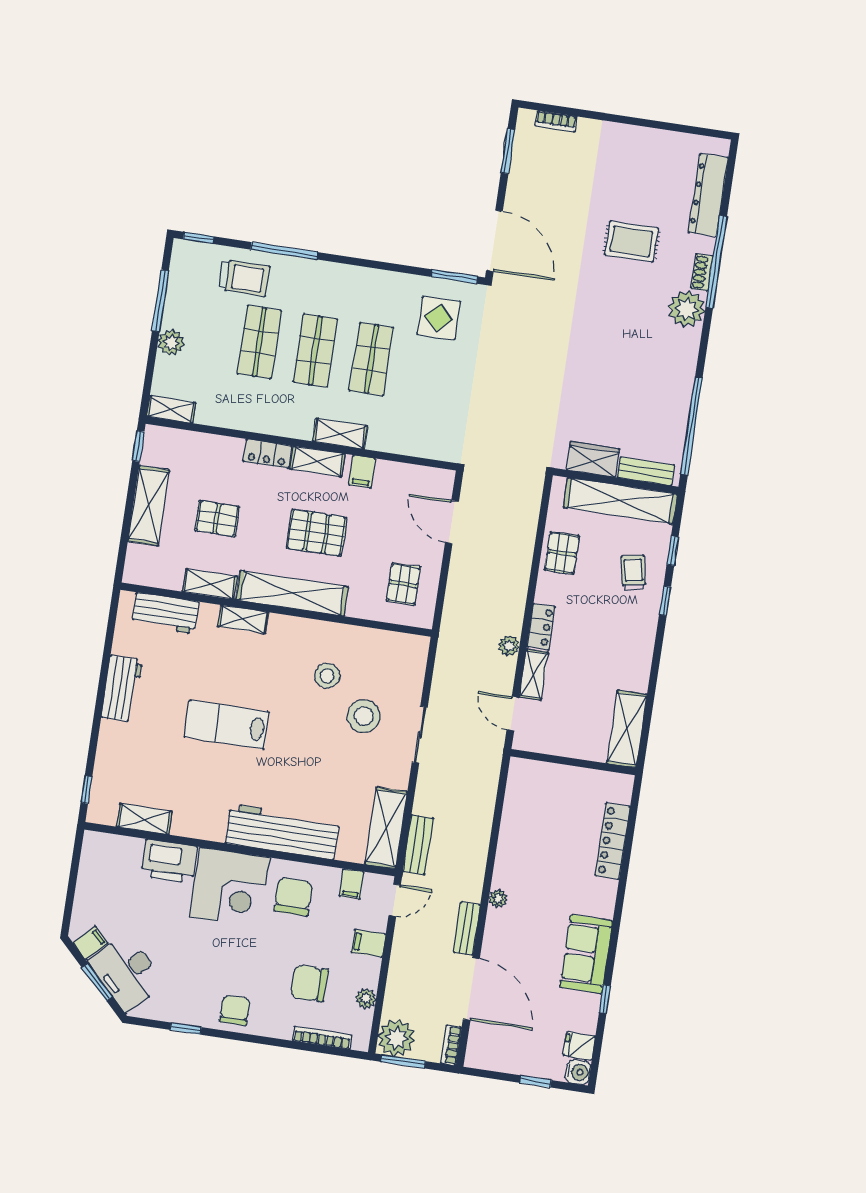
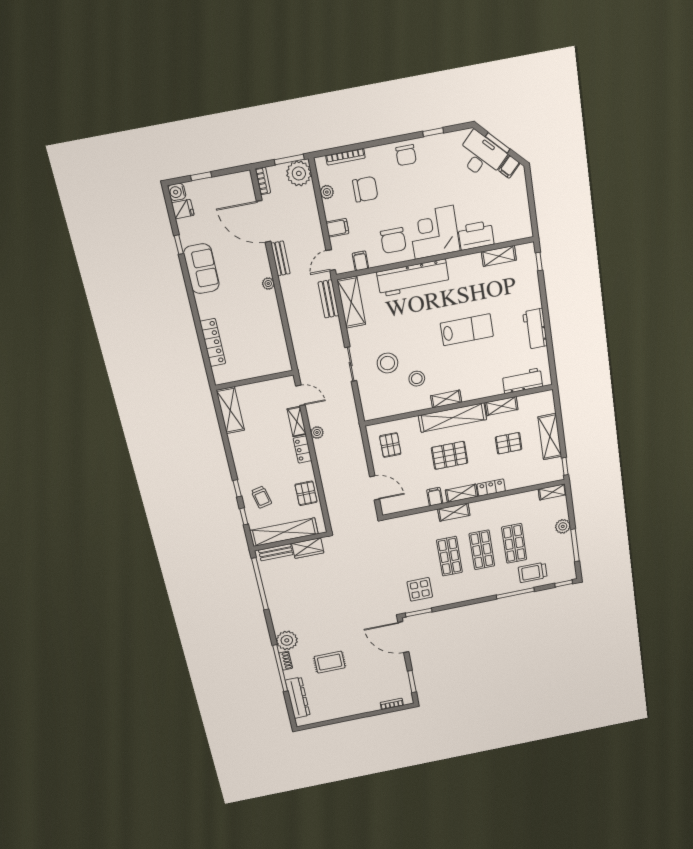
shelving: (243, 619) -> (446, 399), moved

